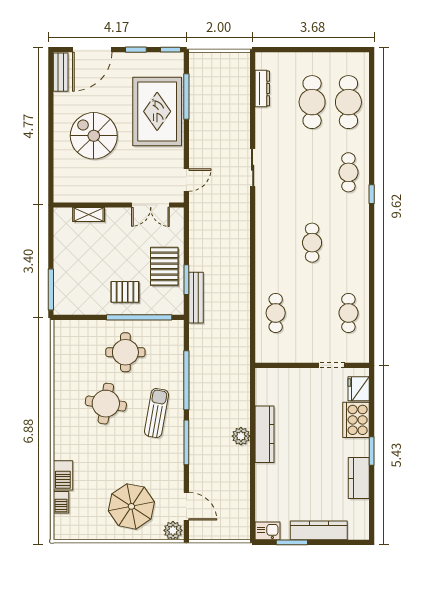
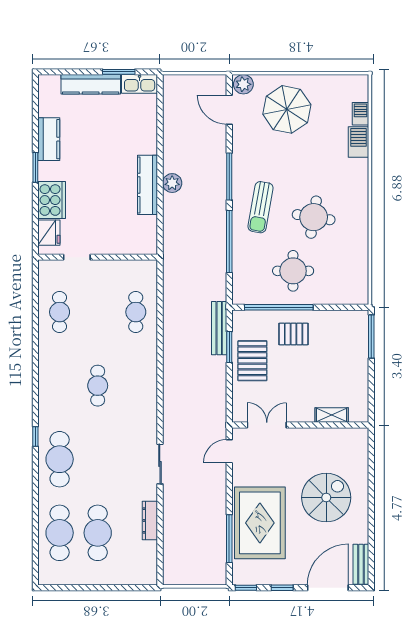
dresser: (262, 88) -> (150, 520), moved
spiral stairs: (94, 136) -> (326, 498), turned -90
cafe table: (348, 172) -> (60, 459), width x1.37, depth x1.35
kitchen sink: (267, 531) -> (140, 84), width x1.38

